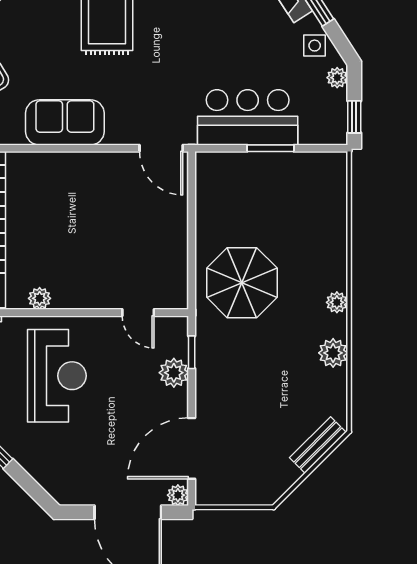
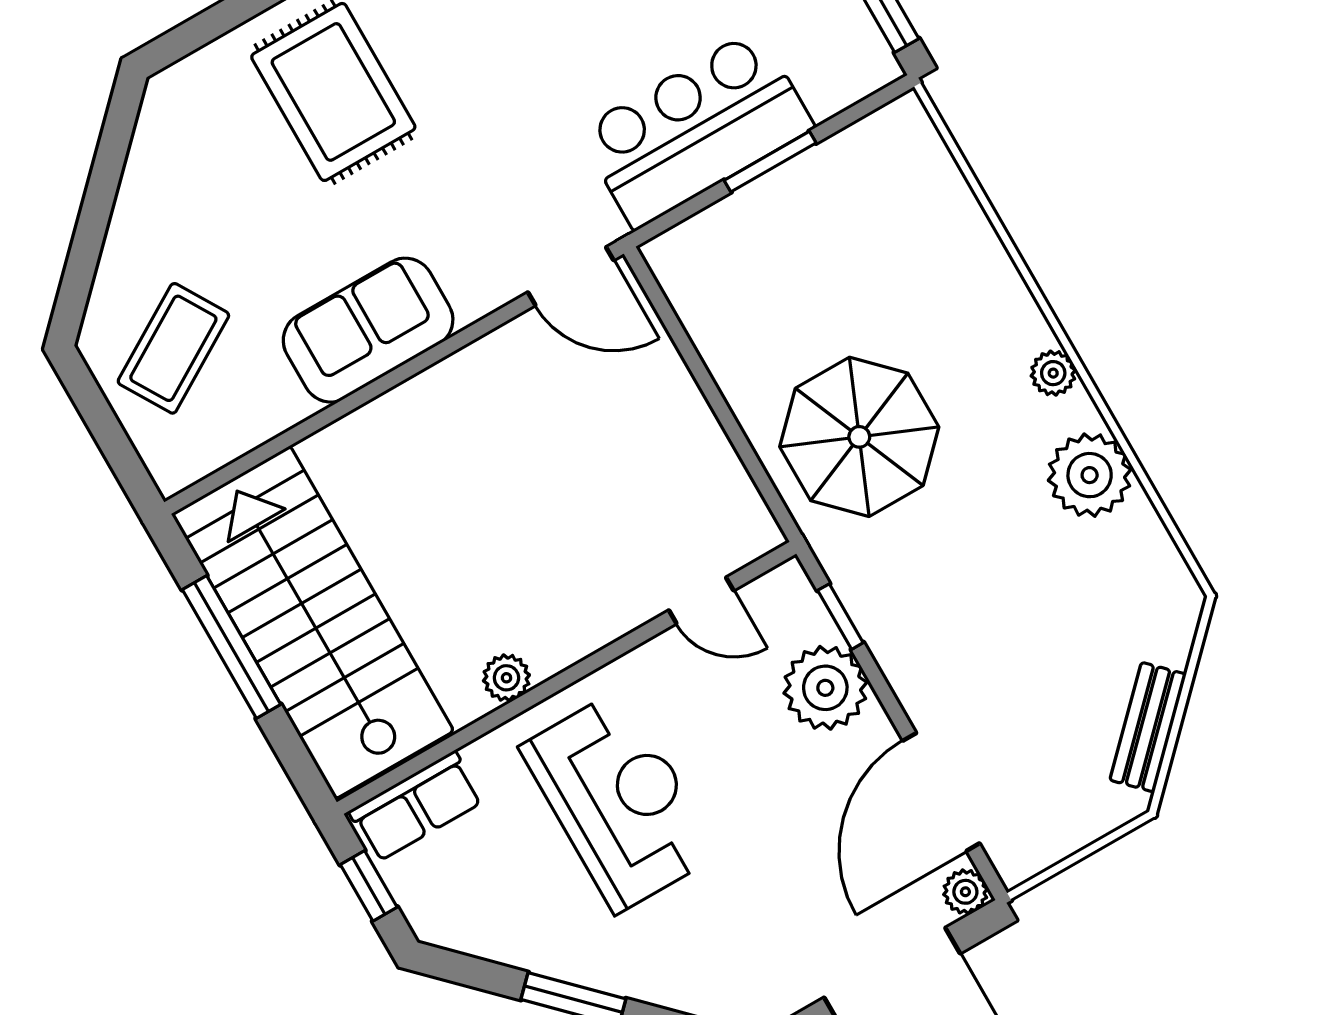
plant: (333, 353) -> (1090, 475), width x1.36, depth x1.36
plant: (174, 373) -> (825, 688), width x1.36, depth x1.36
bench: (318, 445) -> (1148, 727), moved

